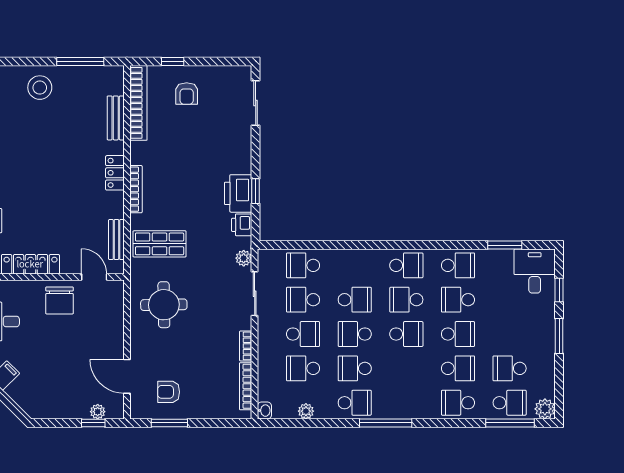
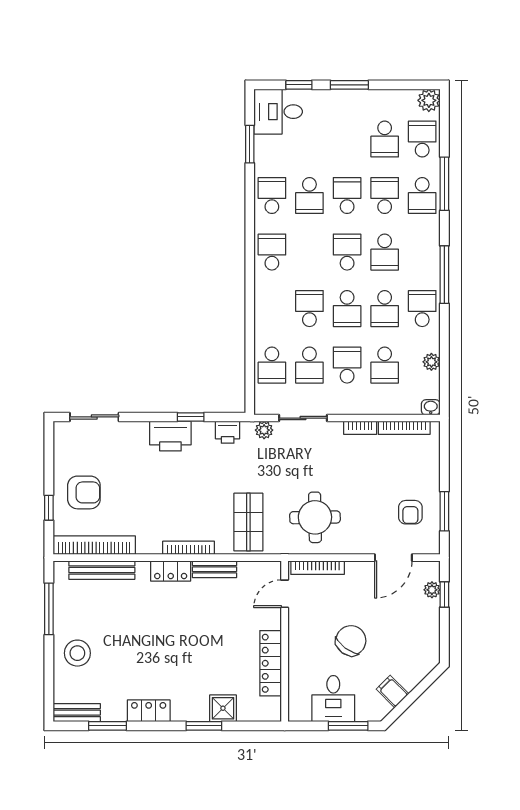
armchair: (187, 94) -> (84, 492), width x1.38, depth x1.38
bench: (116, 118) -> (102, 570), width x1.36
printer: (238, 193) -> (170, 436), moved
bench: (116, 240) -> (214, 569), moved
chair: (59, 300) -> (351, 641), moved, turned -53
school desk: (406, 300) -> (385, 252), moved
bookcase: (118, 307) -> (318, 568), added
window: (510, 423) -> (444, 184), moved

